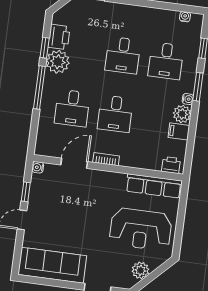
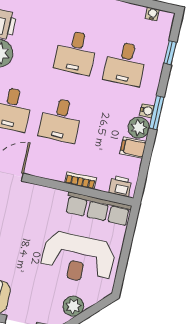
window: (198, 87) -> (157, 113), moved
bookcase: (106, 159) -> (80, 180), moved

